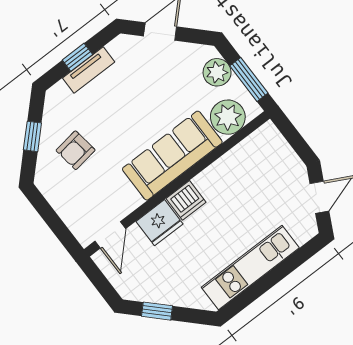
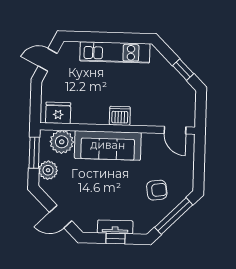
window: (32, 136) -> (174, 216), width x2.17
fridge: (159, 223) -> (58, 113), moved
door: (110, 235) -> (175, 130), swing flipped

